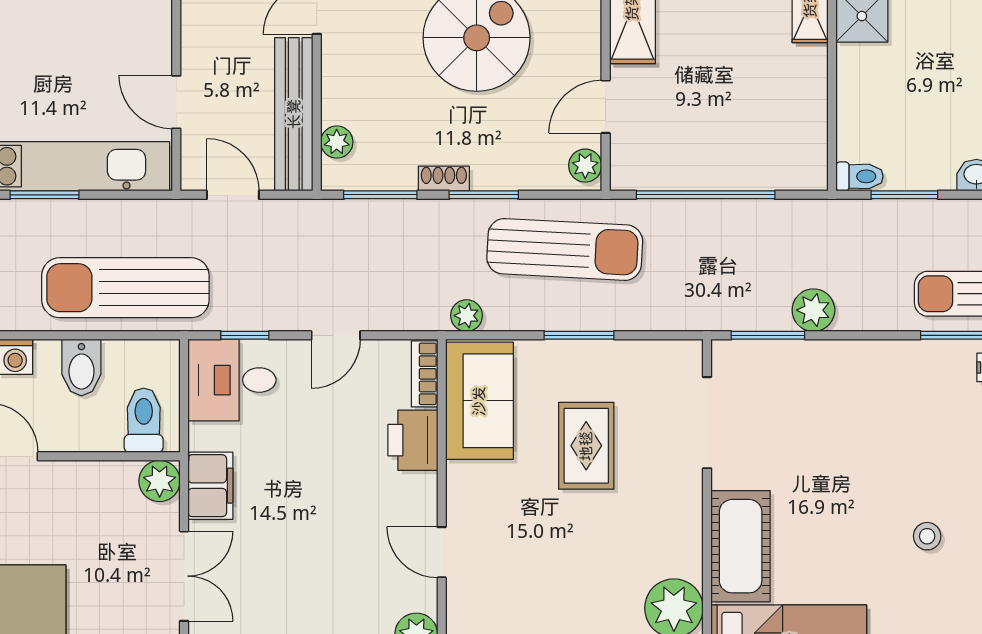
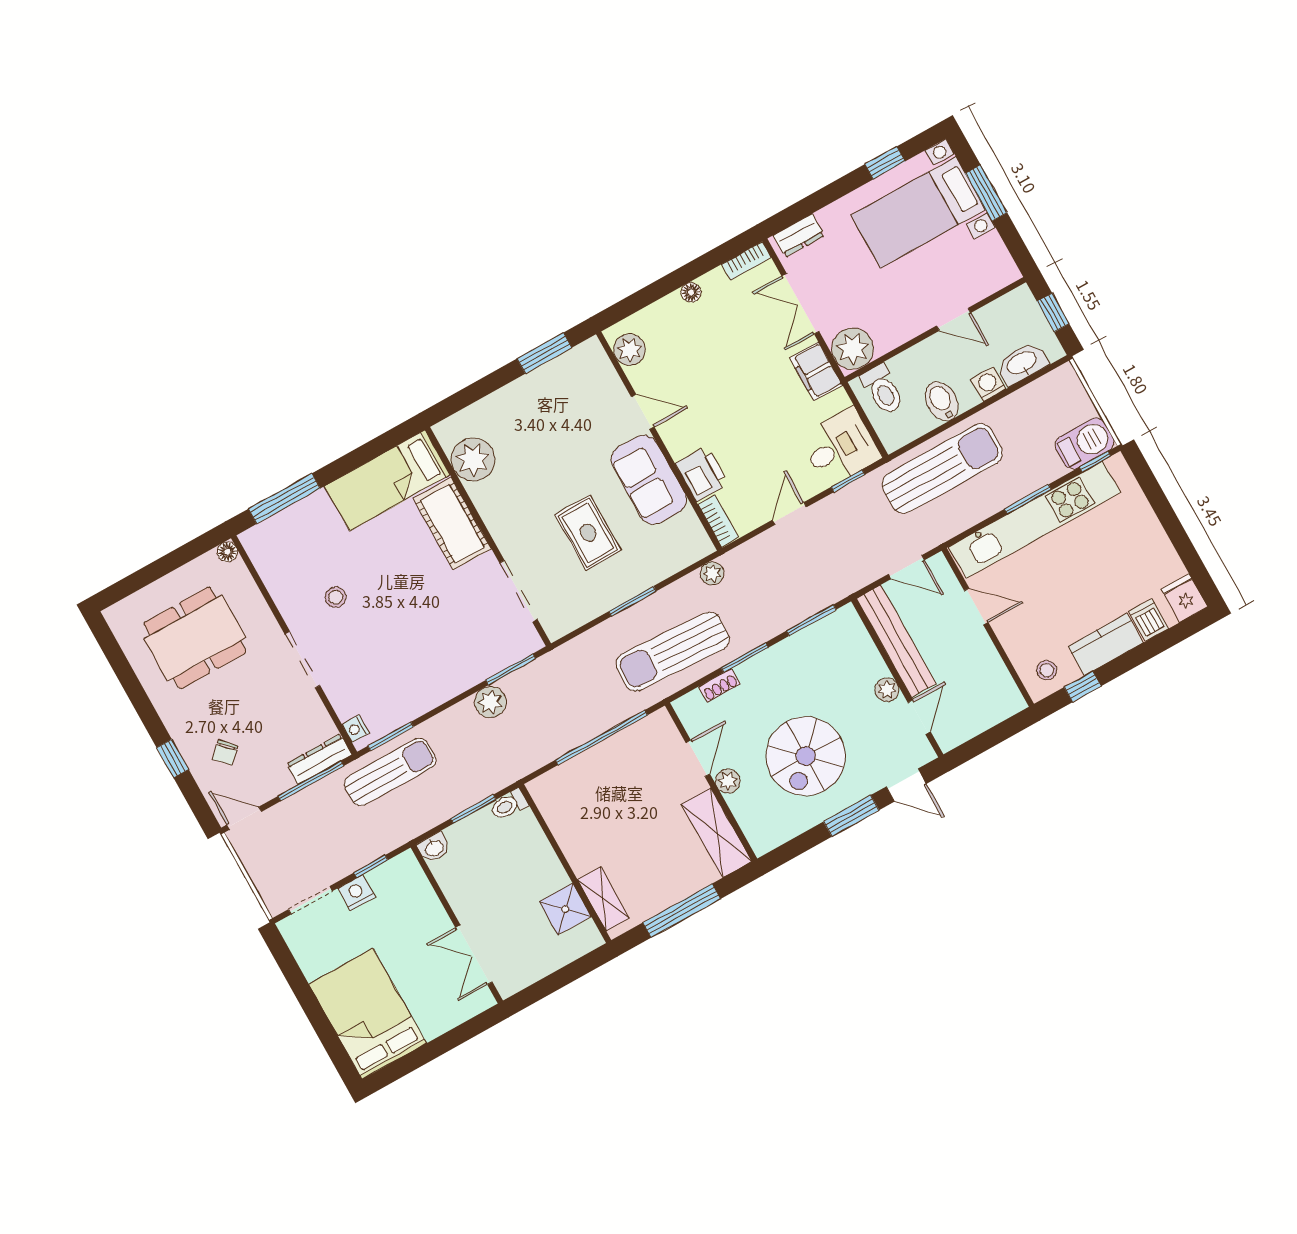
plant: (337, 142) -> (887, 690), moved
plant: (585, 166) -> (728, 781), moved
shoe rack: (444, 179) -> (719, 685), moved
sofa: (479, 401) -> (649, 480), moved
plant: (160, 481) -> (853, 349), width x1.36, depth x1.36

